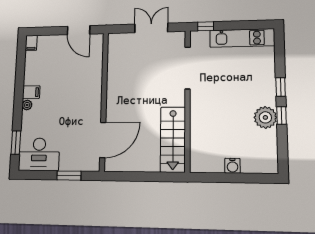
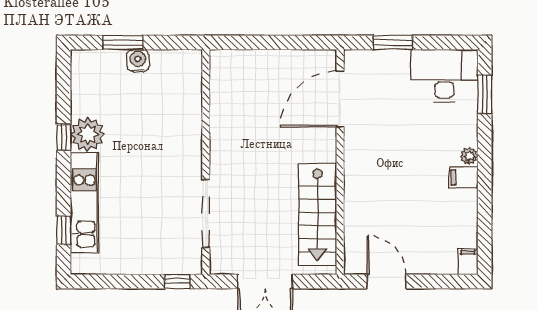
kitchen unit: (242, 38) -> (85, 203), moved, turned 90
window: (281, 87) -> (64, 230), moved
stairs: (173, 139) -> (318, 214), moved, turned 180
window: (243, 178) -> (123, 43), added

